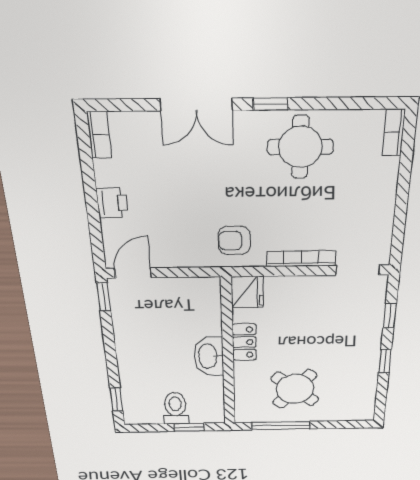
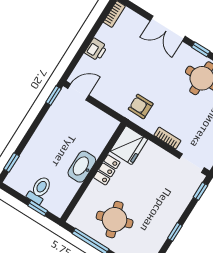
bookcase: (301, 259) -> (167, 138), width x0.64
fridge: (247, 292) -> (129, 145), width x1.36, depth x1.34
window: (390, 316) -> (200, 191), moved
round table: (295, 389) -> (115, 220), turned 33

